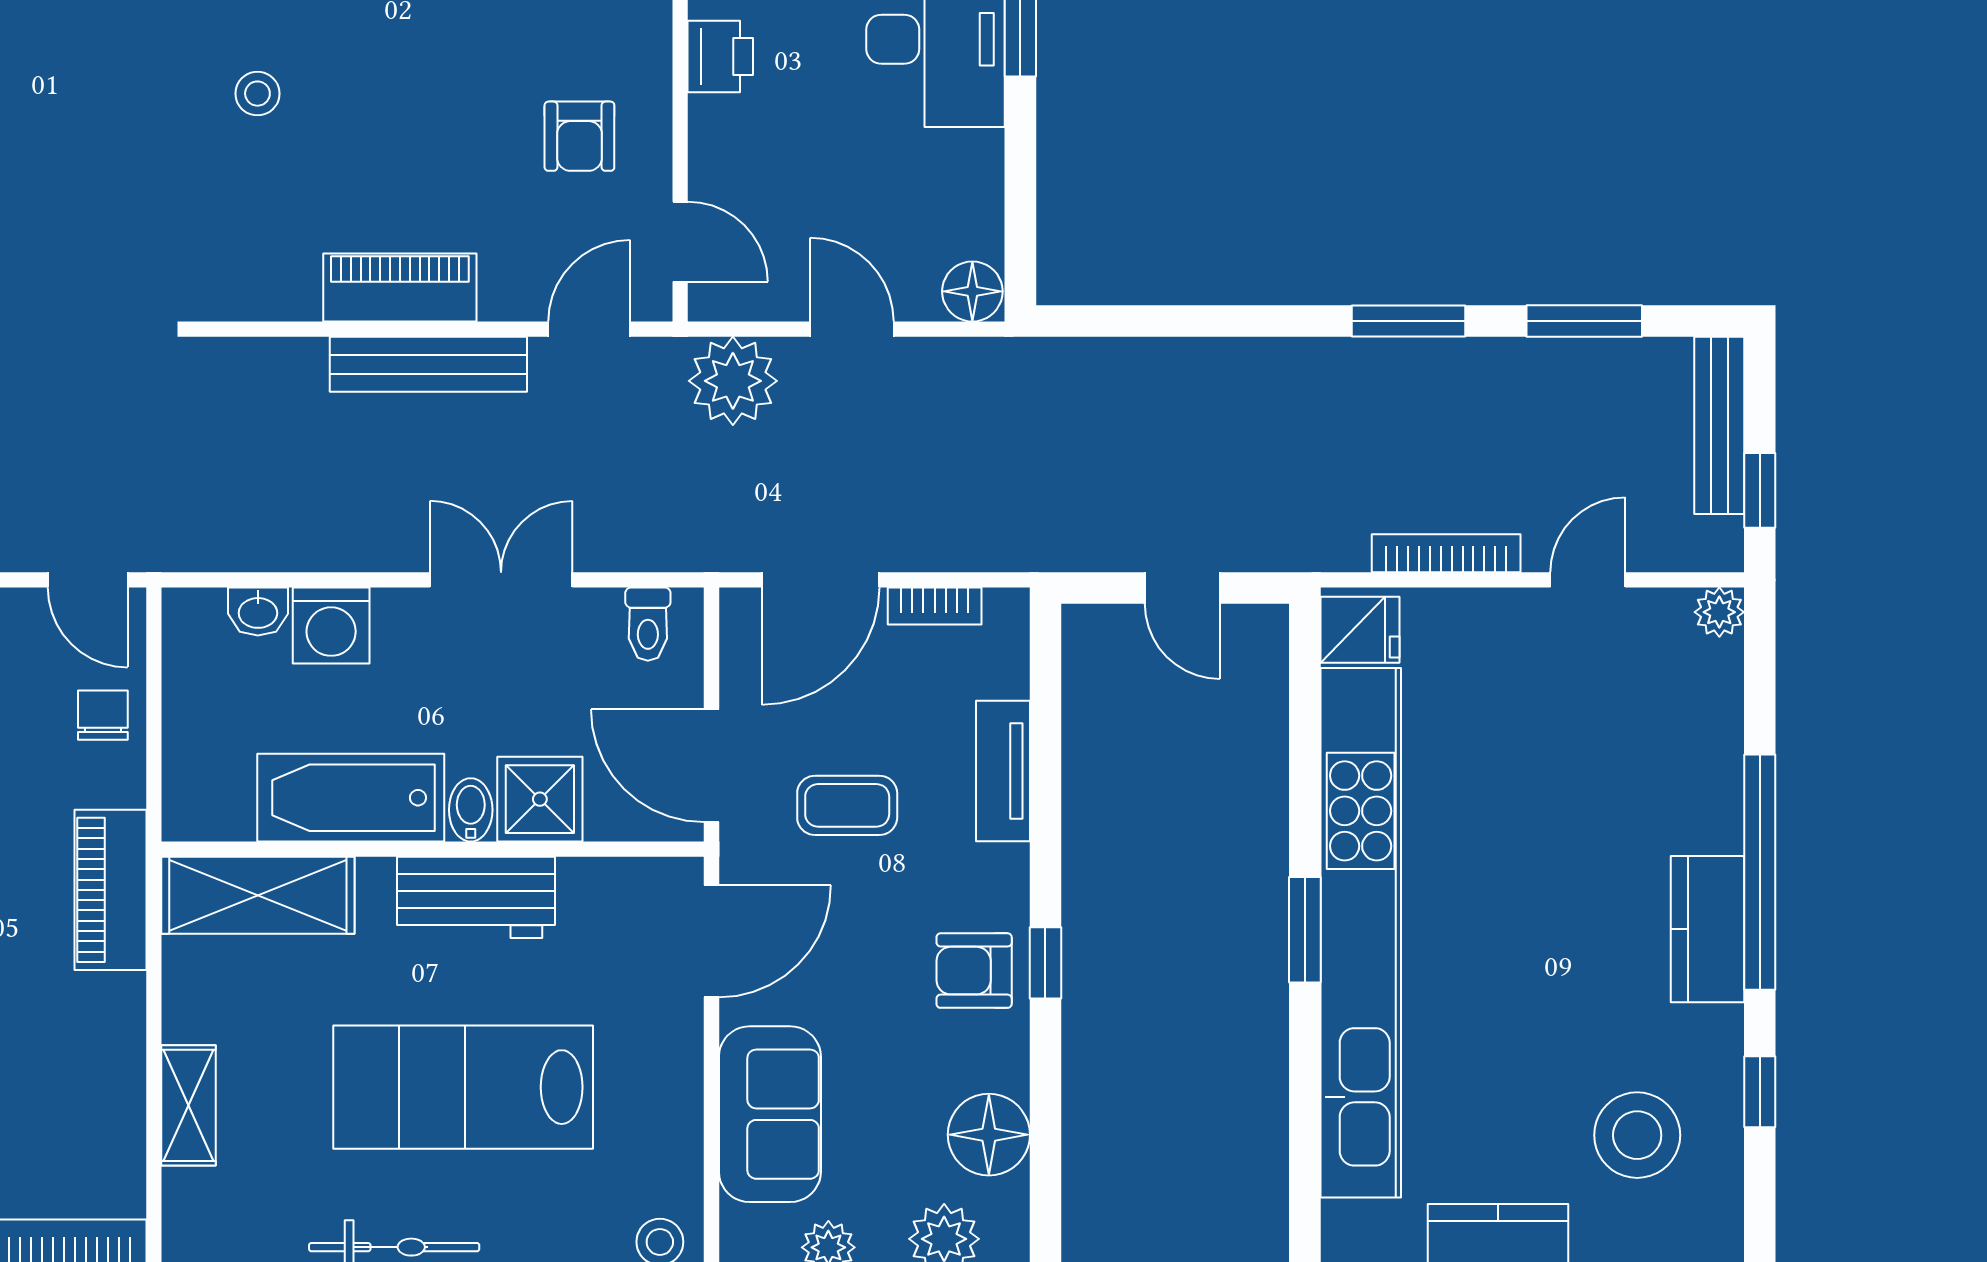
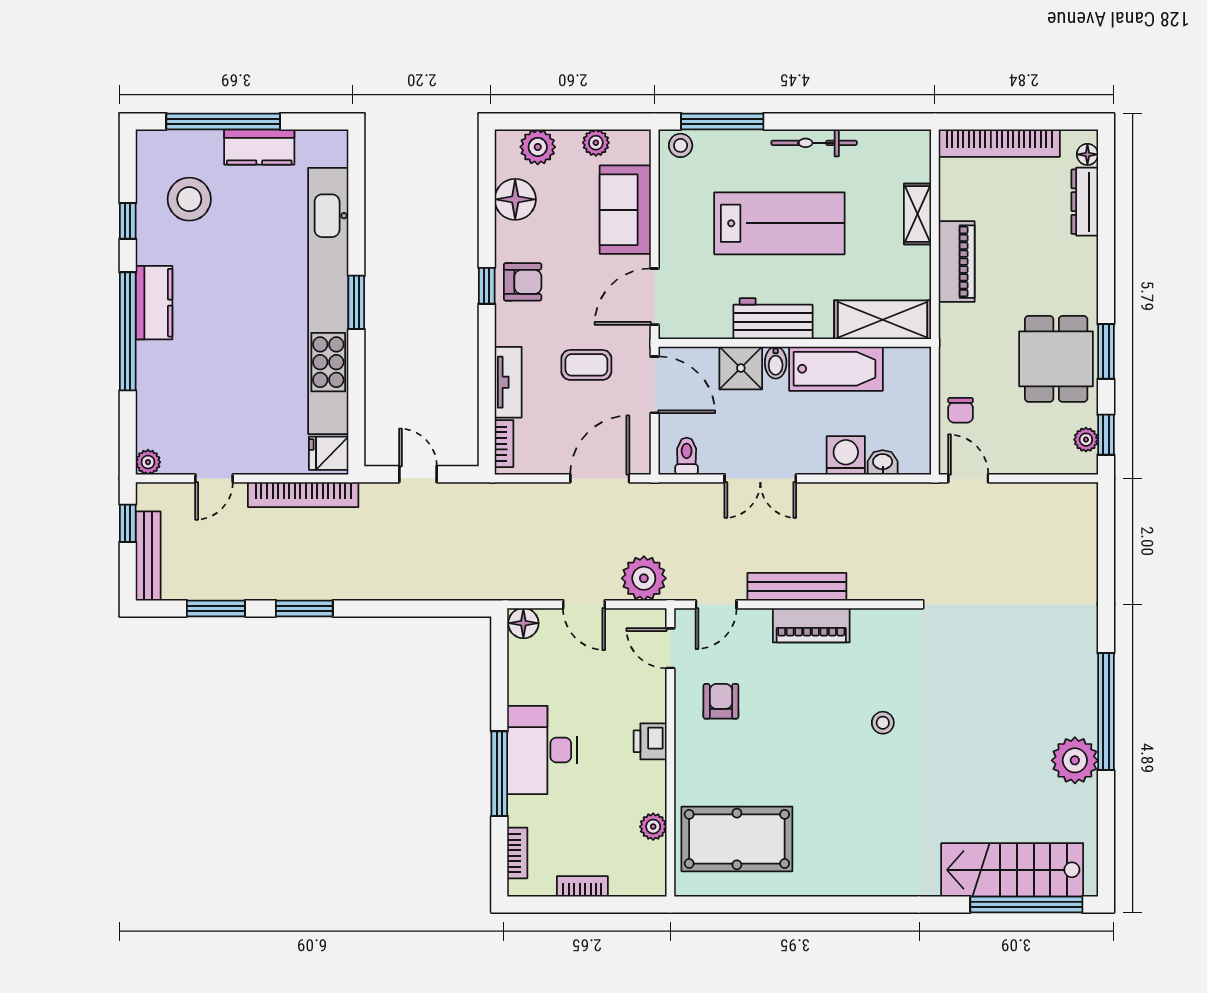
bookcase: (1446, 553) -> (303, 495), width x1.48, depth x1.31
bookcase: (935, 606) -> (504, 444), moved, turned 90
piano: (110, 890) -> (957, 262), moved

